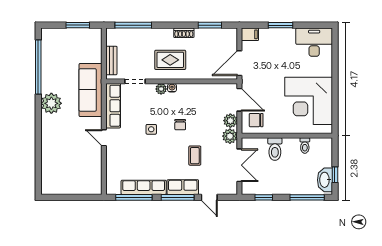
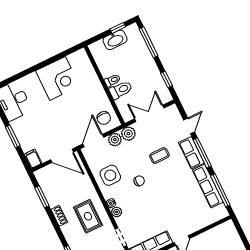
corner desk: (309, 101) -> (58, 78), width x0.74, depth x0.74
side table: (151, 129) -> (110, 175), moved, width x1.87, depth x1.87
toilet: (305, 146) -> (112, 80), moved
washbasin: (325, 180) -> (115, 40), moved

